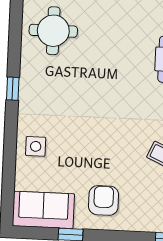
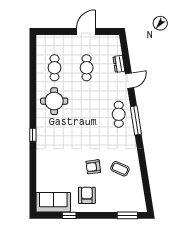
side table: (36, 146) -> (47, 167), removed
armchair: (117, 150) -> (93, 167), added

